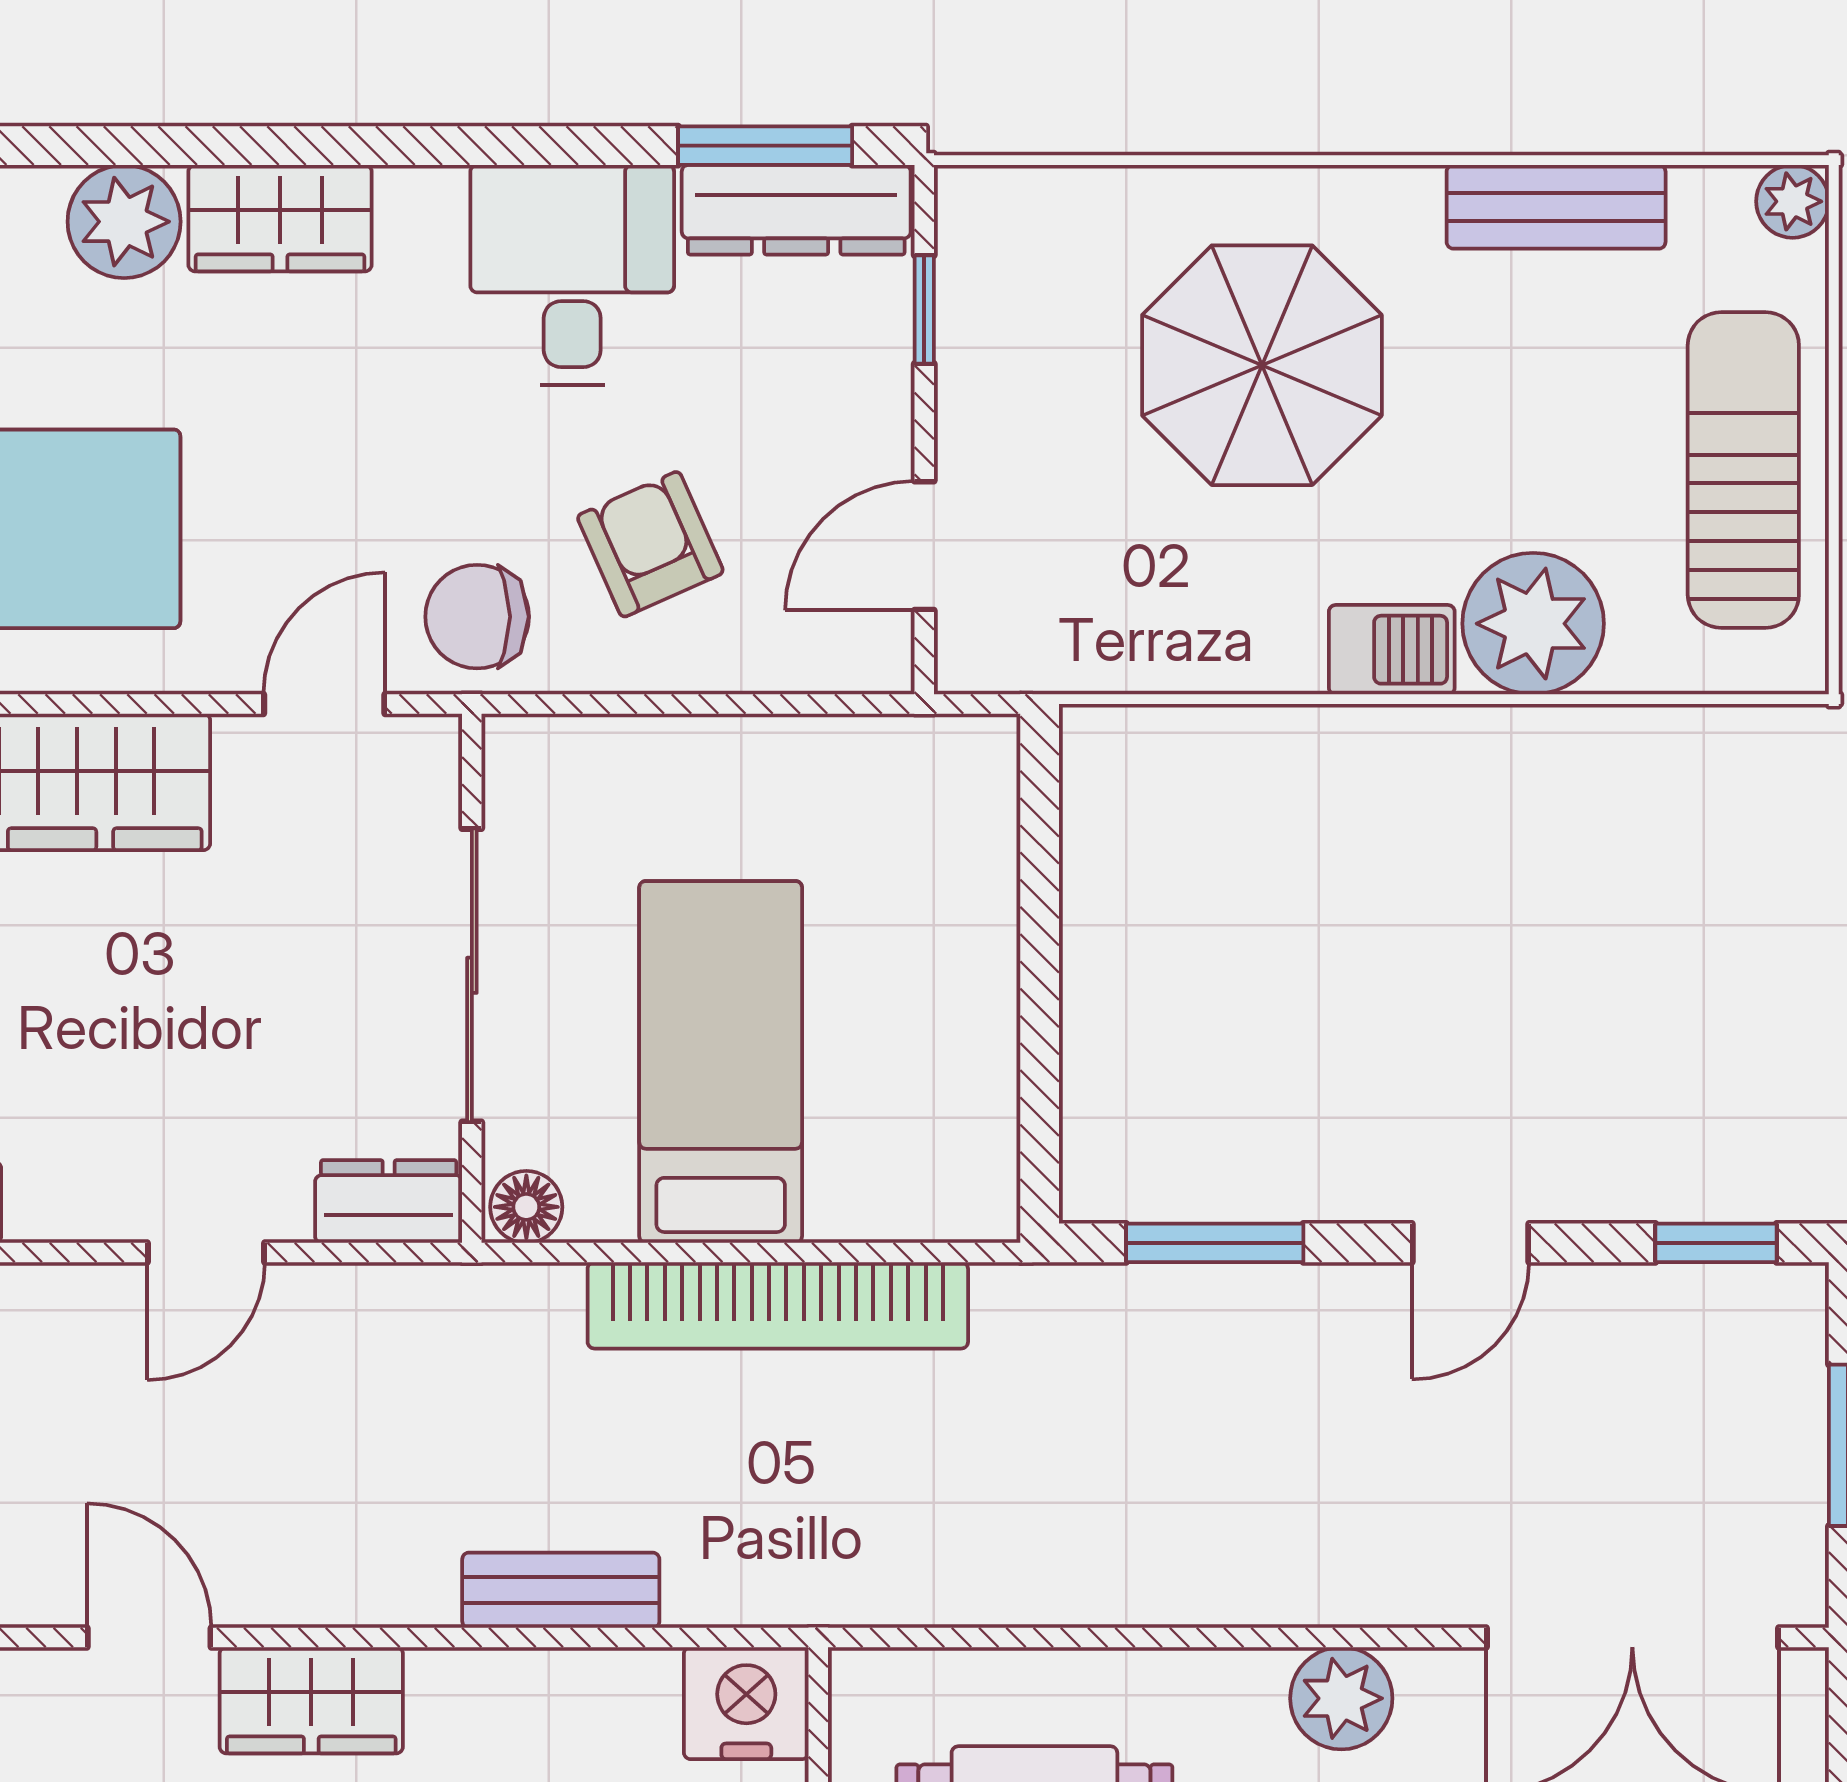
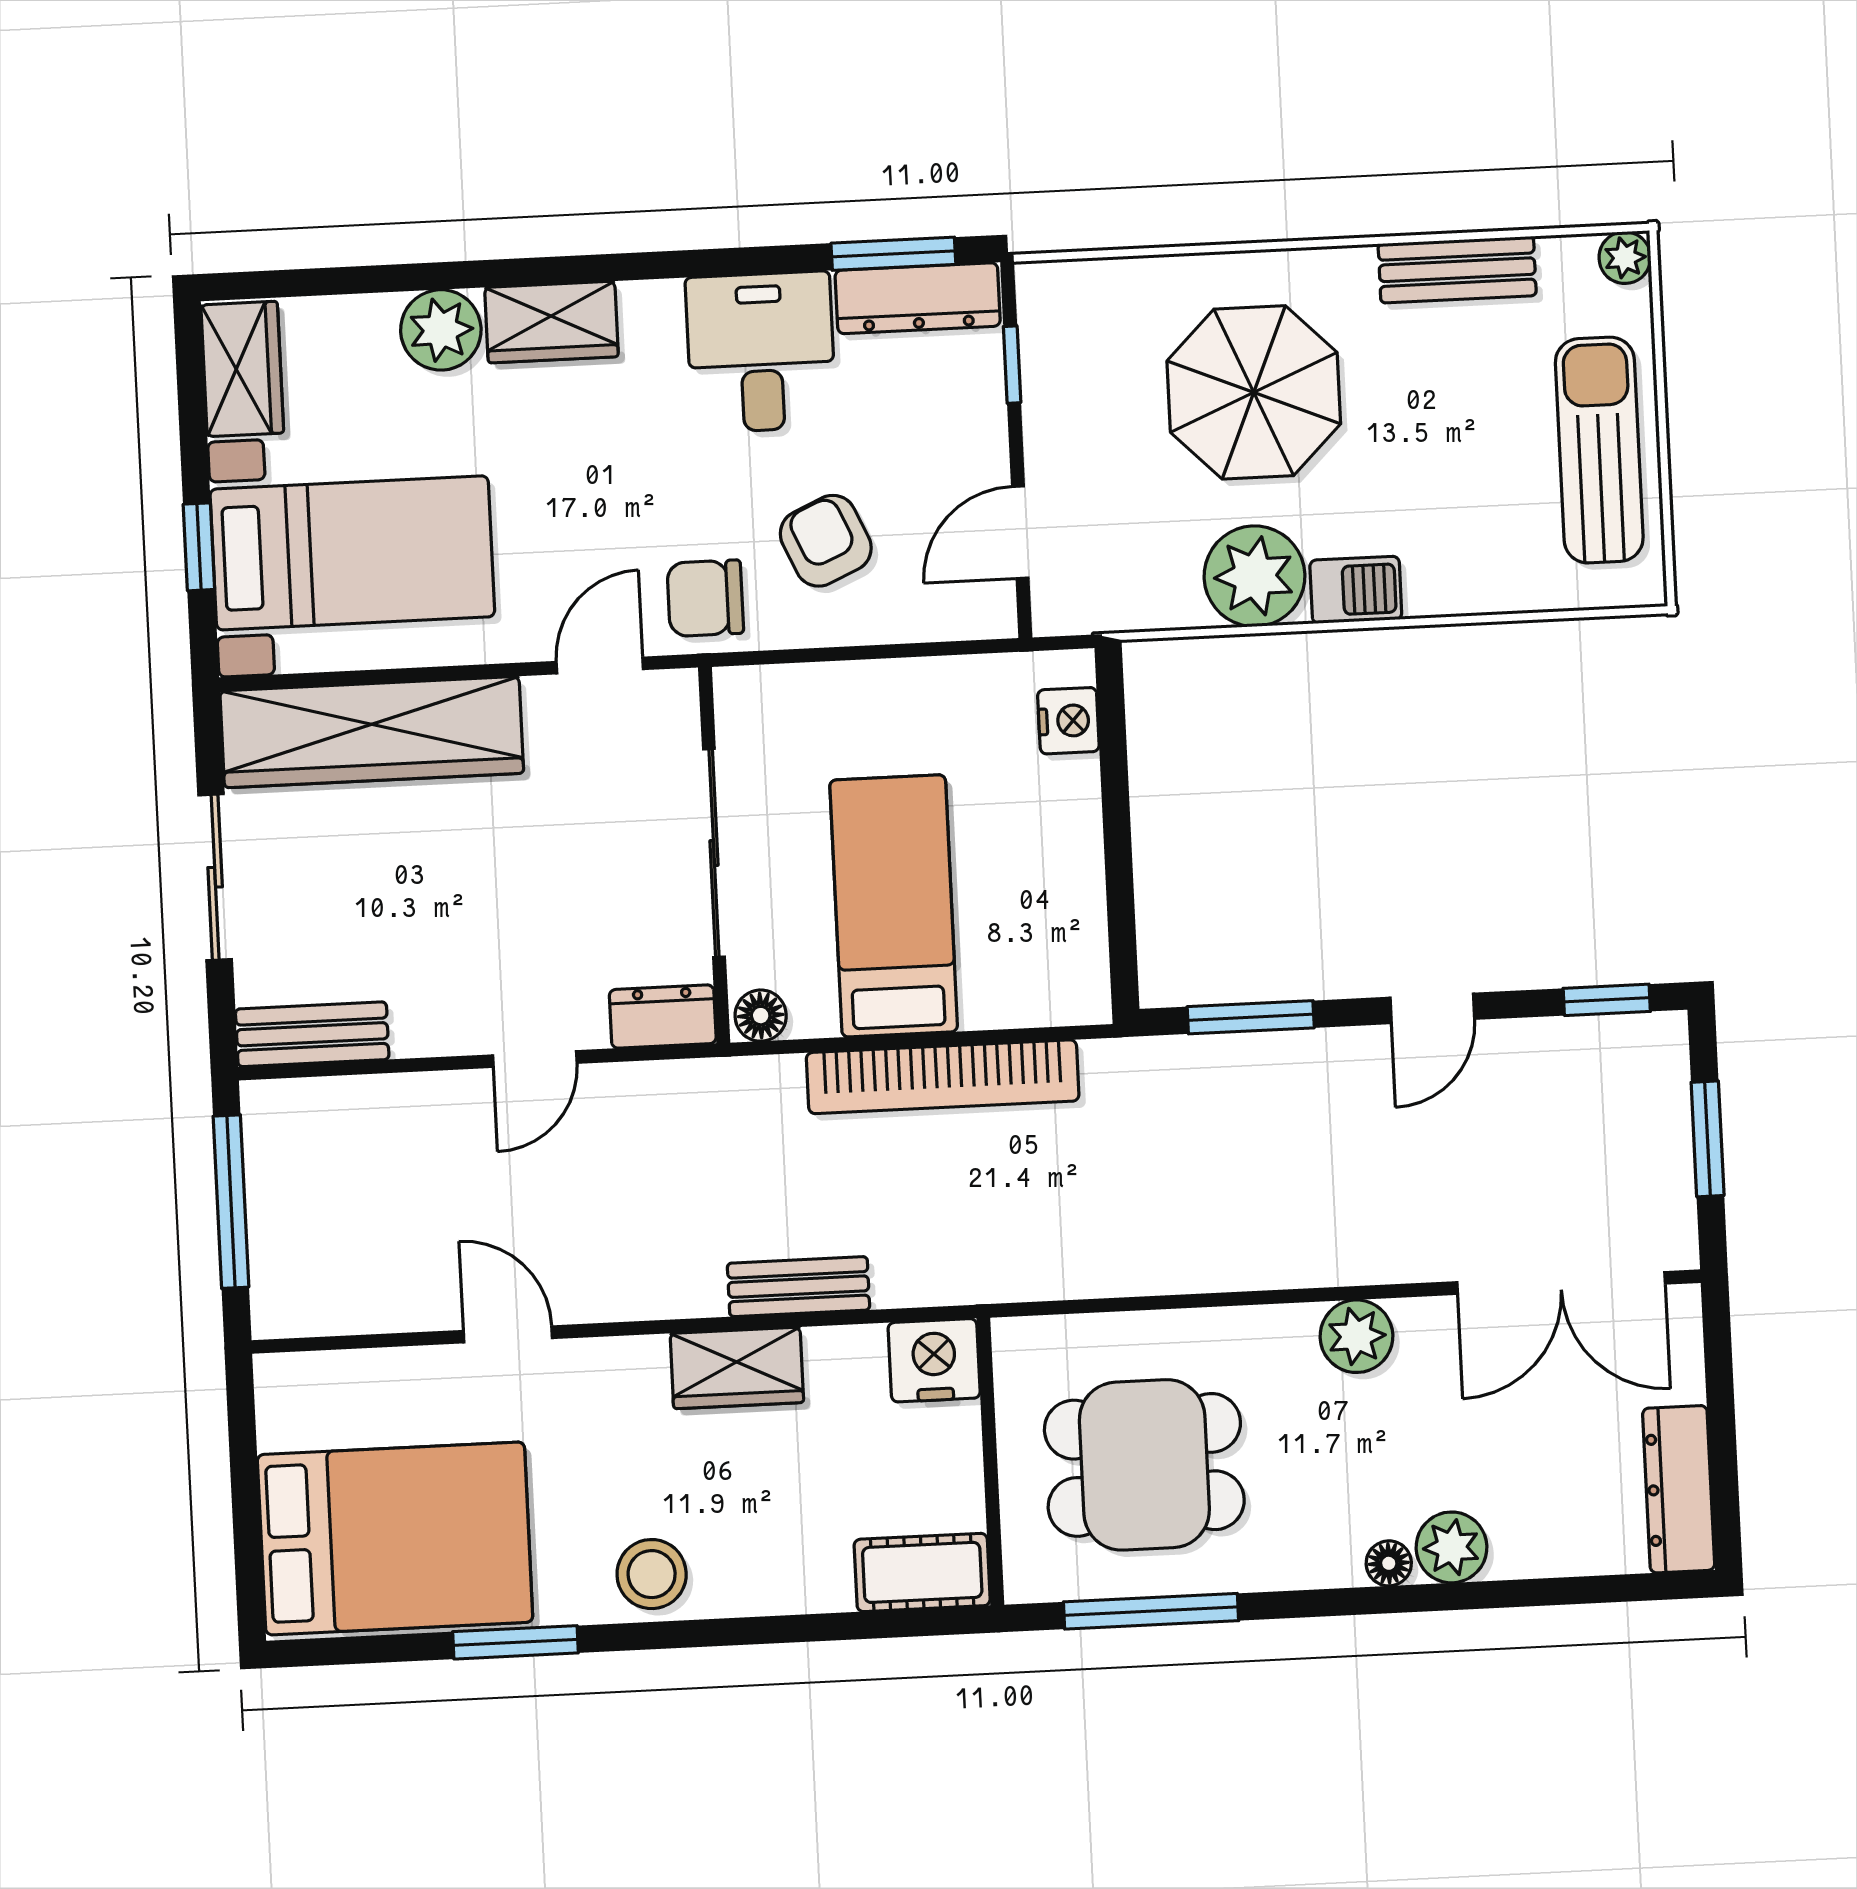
plant: (1533, 624) -> (1255, 576), moved
nightstand: (979, 814) -> (1068, 721), added
wardrobe: (311, 1700) -> (737, 1368), moved

